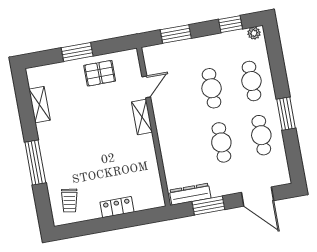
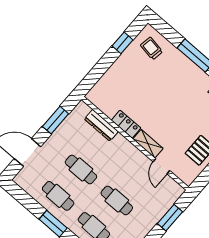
dresser: (190, 194) -> (101, 125), moved, turned 90
locker: (117, 207) -> (126, 124), moved, turned -90
window: (92, 227) -> (123, 43), added

